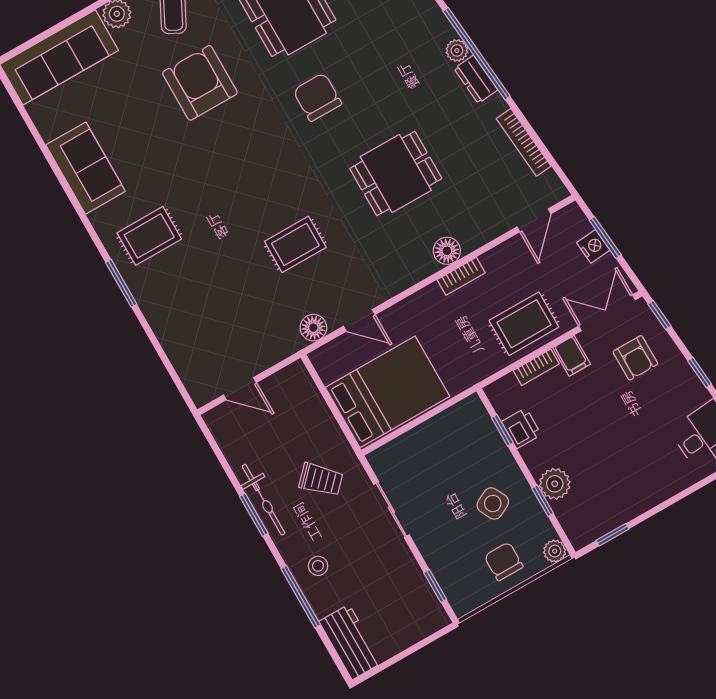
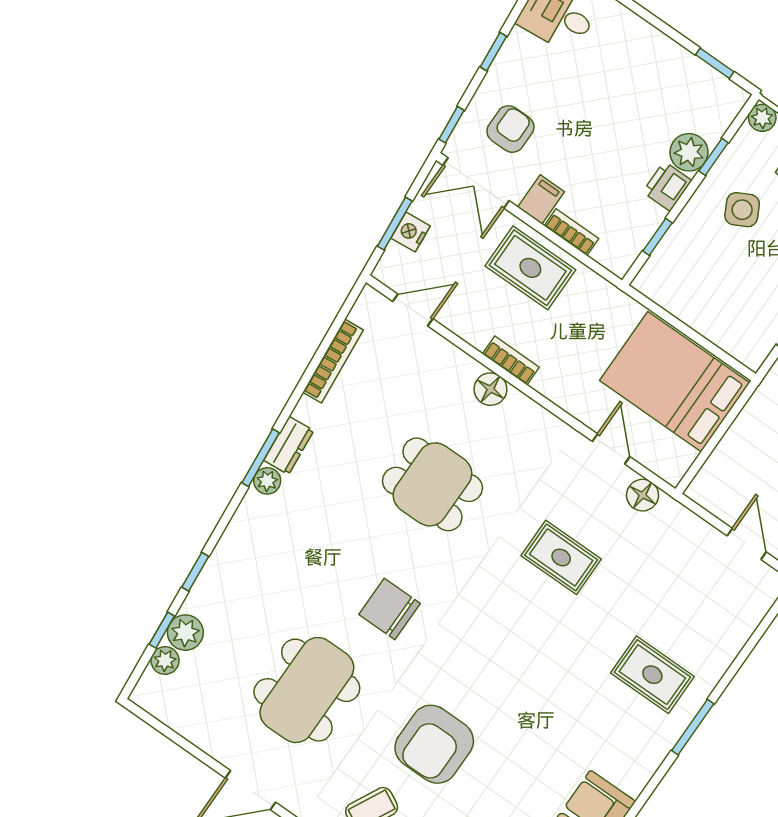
window: (477, 54) -> (261, 458), width x0.47
chair: (317, 97) -> (389, 609), turned 90
rug: (149, 236) -> (652, 675), moved
printer: (521, 428) -> (667, 186), moved

